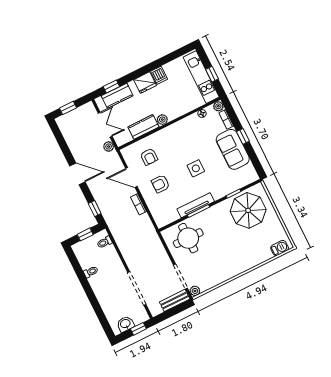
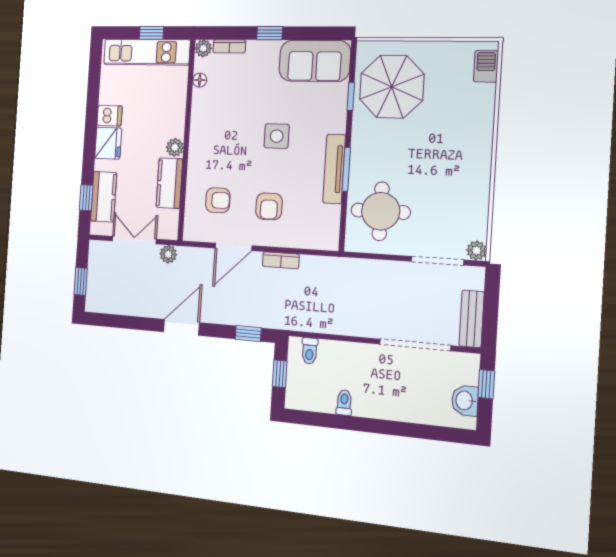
sofa: (233, 149) -> (315, 61), moved
bench: (175, 300) -> (472, 319), moved

